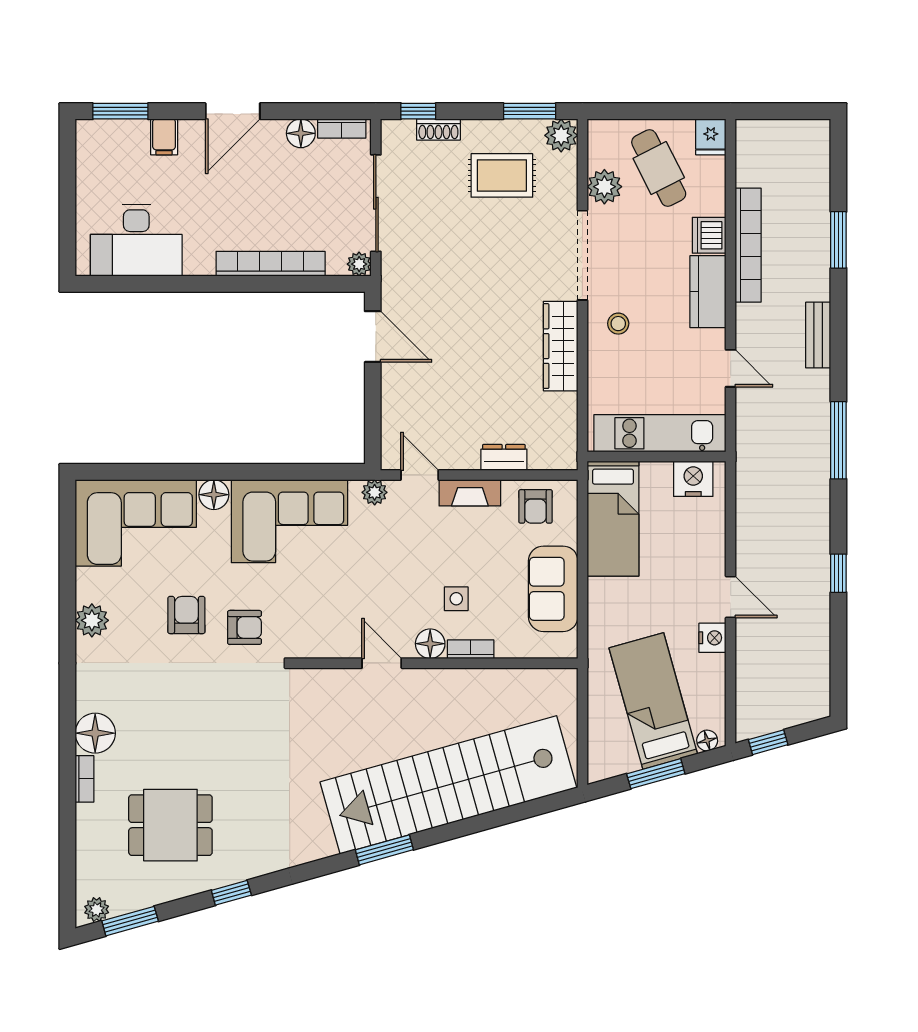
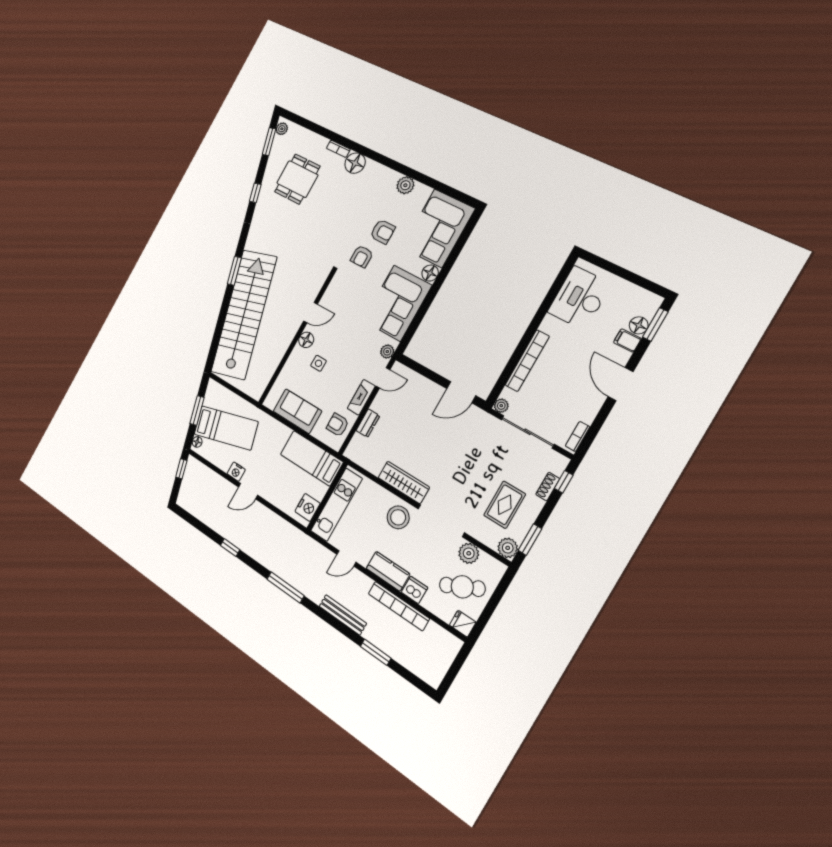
floor lamp: (301, 133) -> (639, 325), moved
stool: (618, 324) -> (398, 517), width x1.89, depth x1.89
bench: (818, 335) -> (343, 615), width x1.36
bookcase: (471, 649) -> (293, 357), removed

